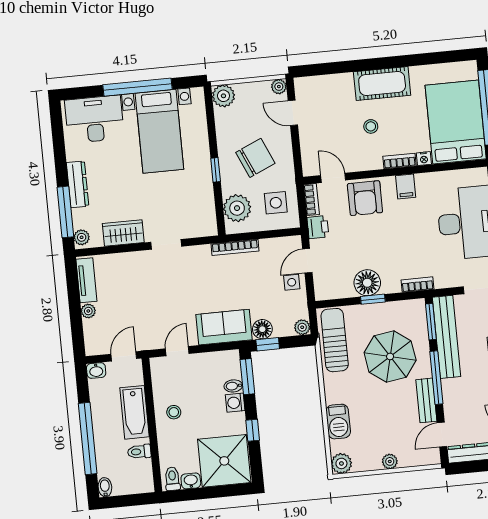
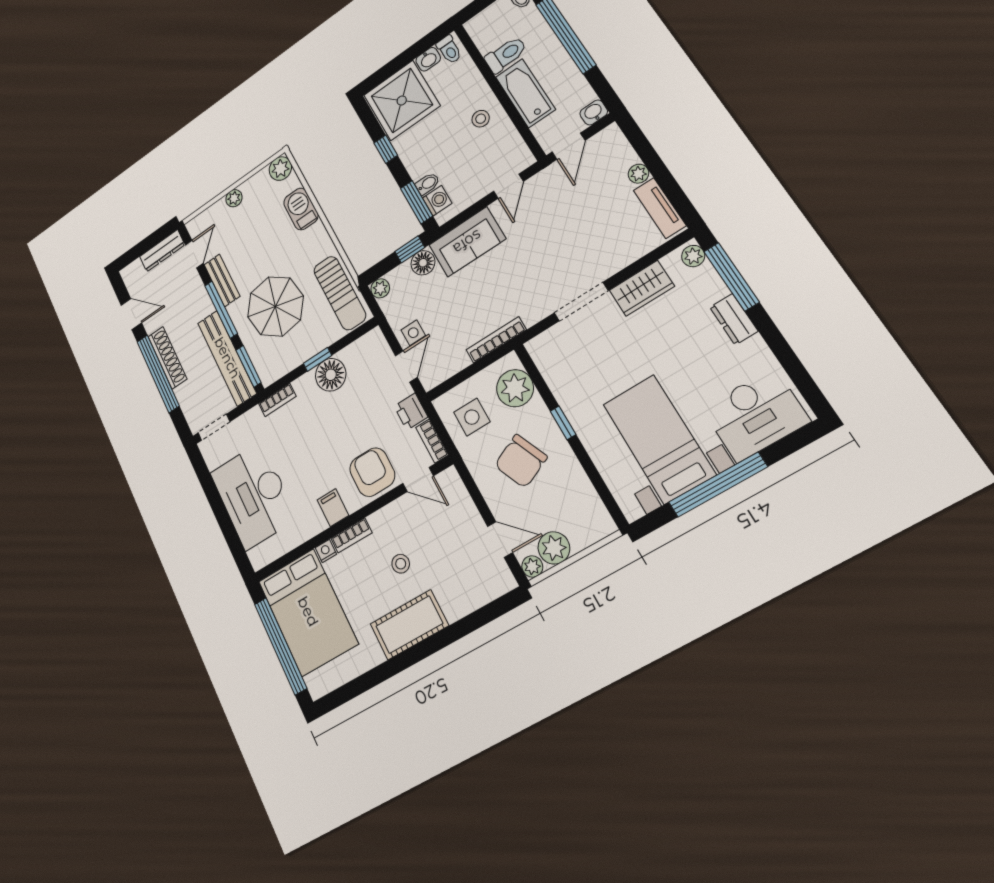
plant: (223, 96) -> (554, 548), moved
dresser: (78, 184) -> (734, 319), width x0.70
doorway: (166, 244) -> (581, 302), width x1.38
washing machine: (235, 403) -> (437, 201), moved
toilet: (139, 452) -> (506, 55), width x1.37, depth x1.39

